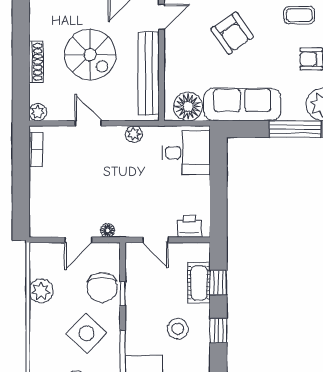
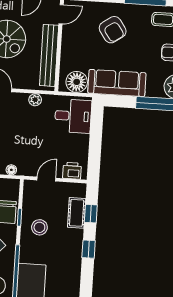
door: (156, 240) -> (46, 179), swing flipped
stool: (178, 329) -> (39, 227), moved

